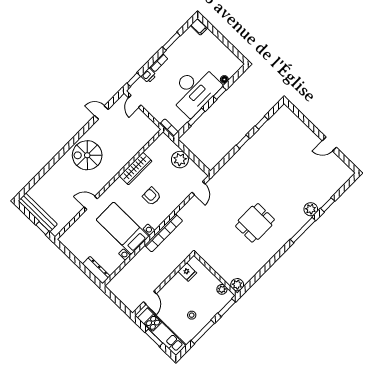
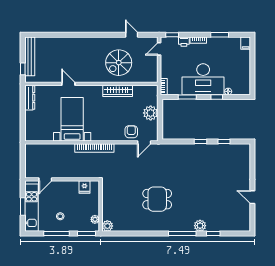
spiral stairs: (87, 155) -> (119, 63), moved, turned -90
armchair: (152, 196) -> (131, 132), moved
dresser: (96, 270) -> (30, 98), moved

